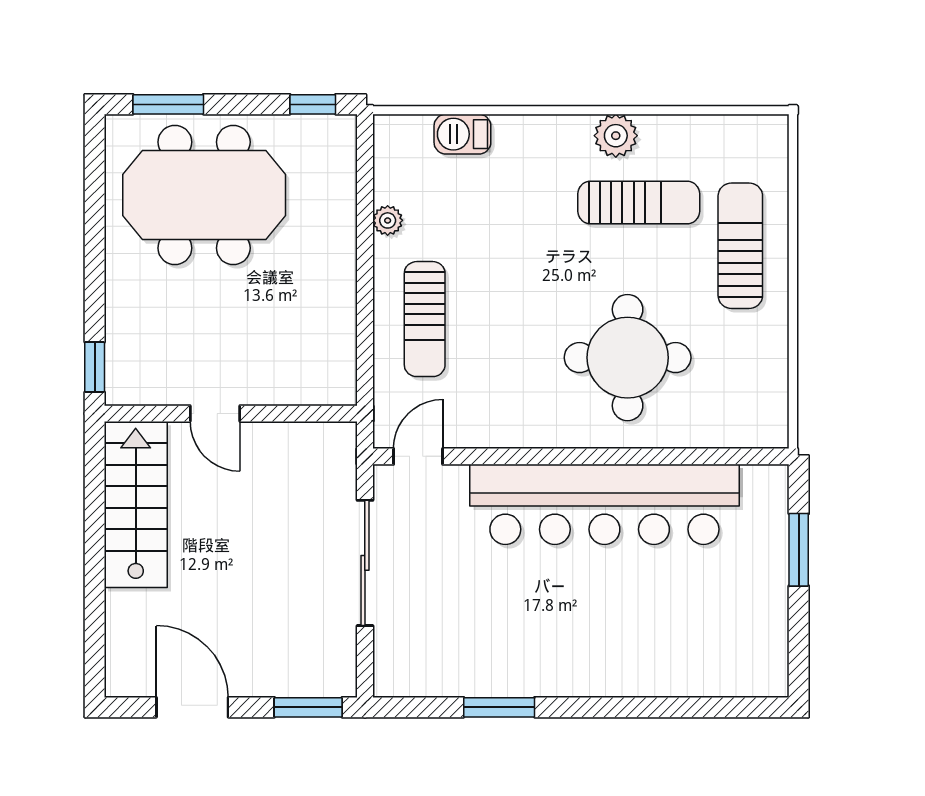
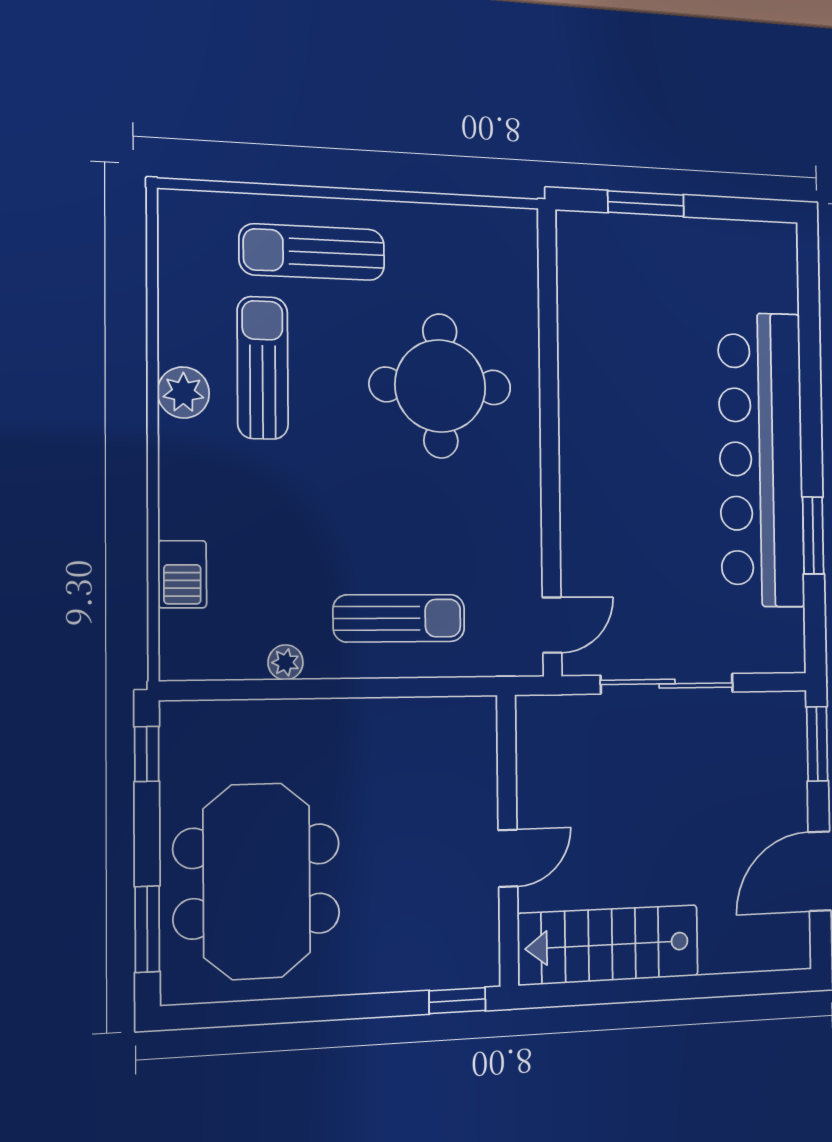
door: (418, 456) -> (552, 625), swing flipped
bar counter: (604, 504) -> (761, 459), moved, turned 180

